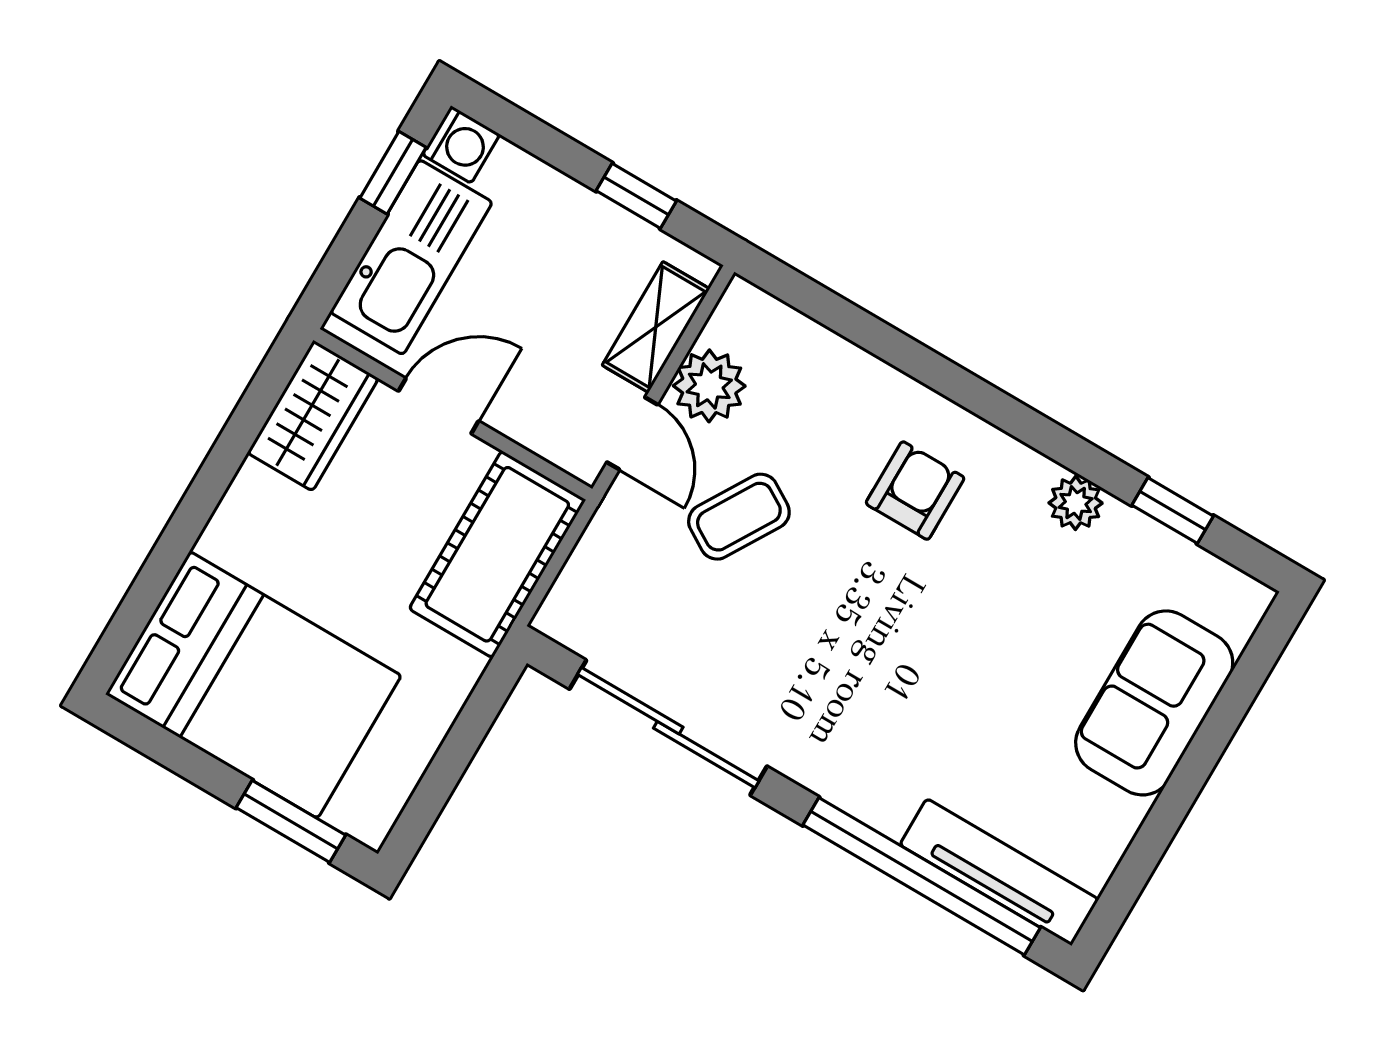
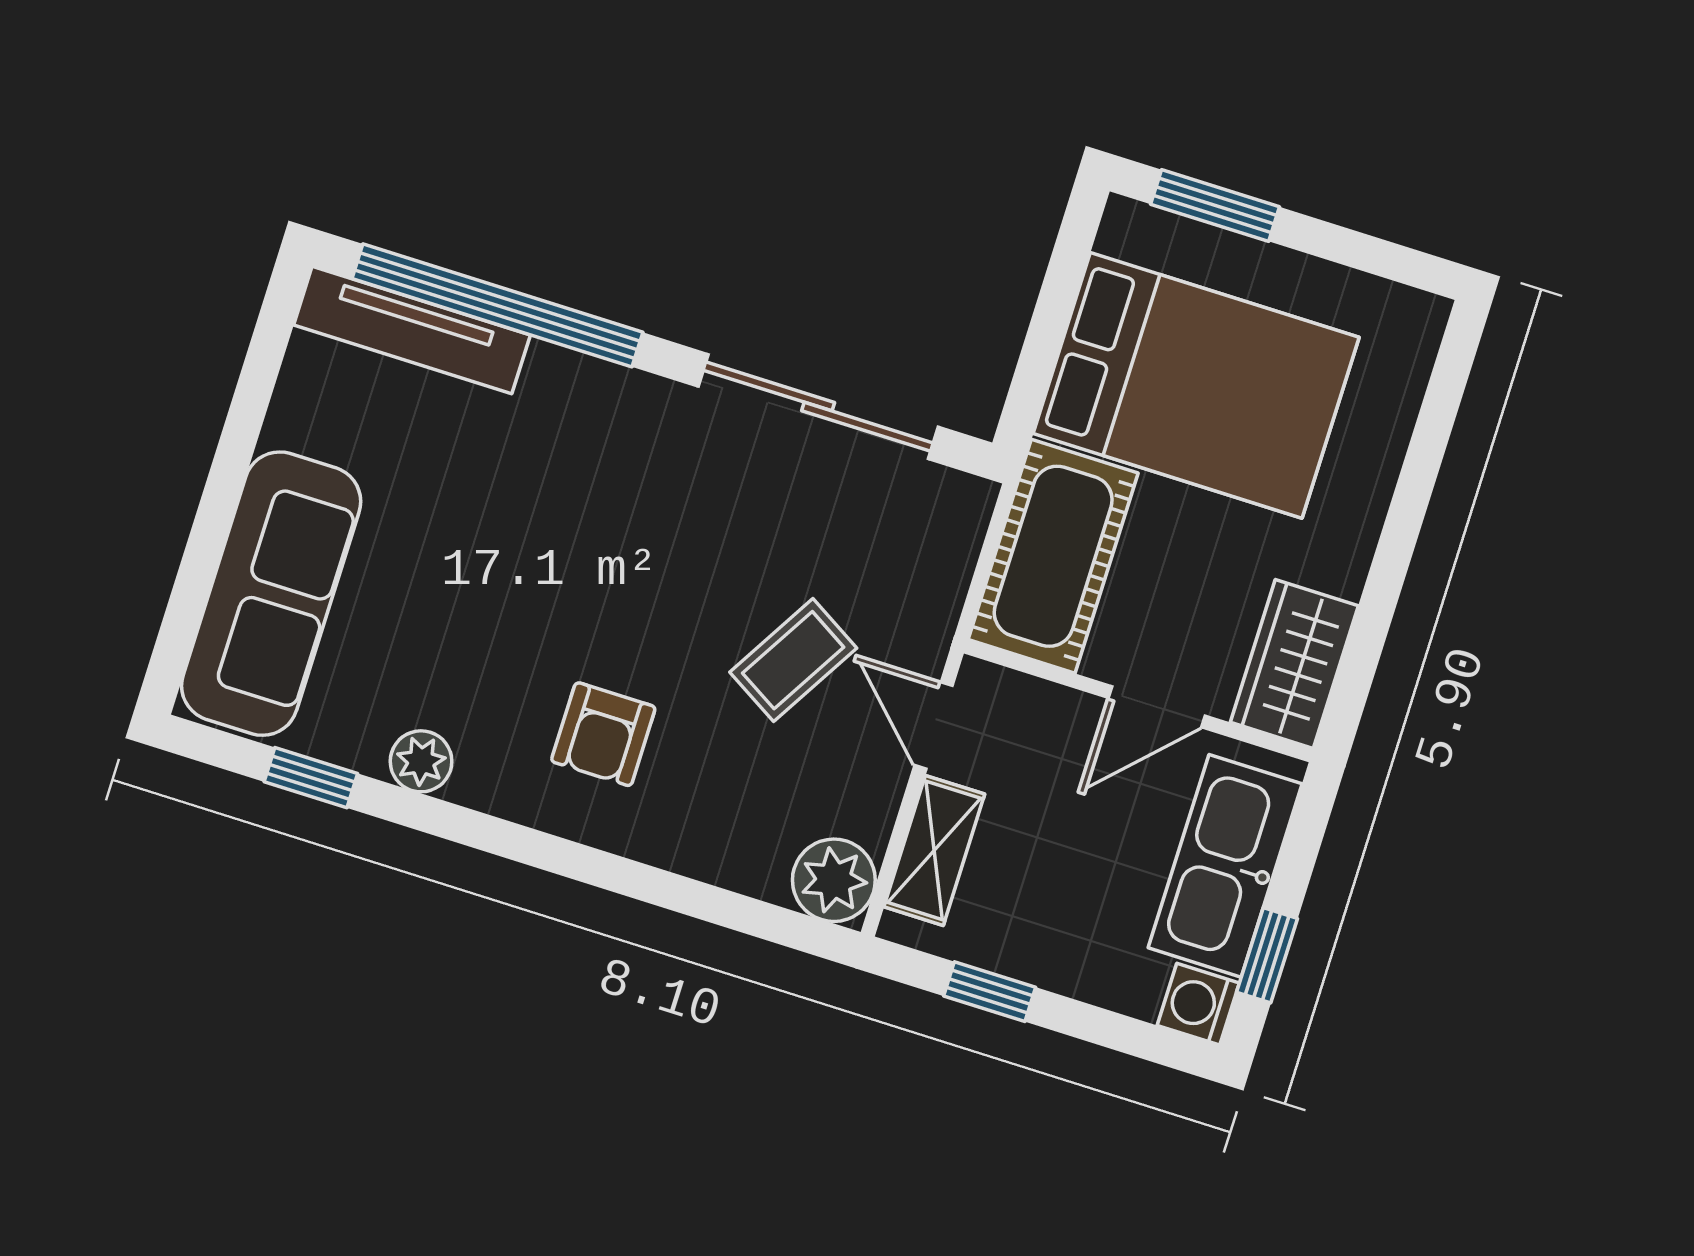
plant: (709, 386) -> (834, 880), moved
bed: (254, 685) -> (1196, 385), moved, turned 180
sofa: (1154, 703) -> (271, 594), width x1.36

